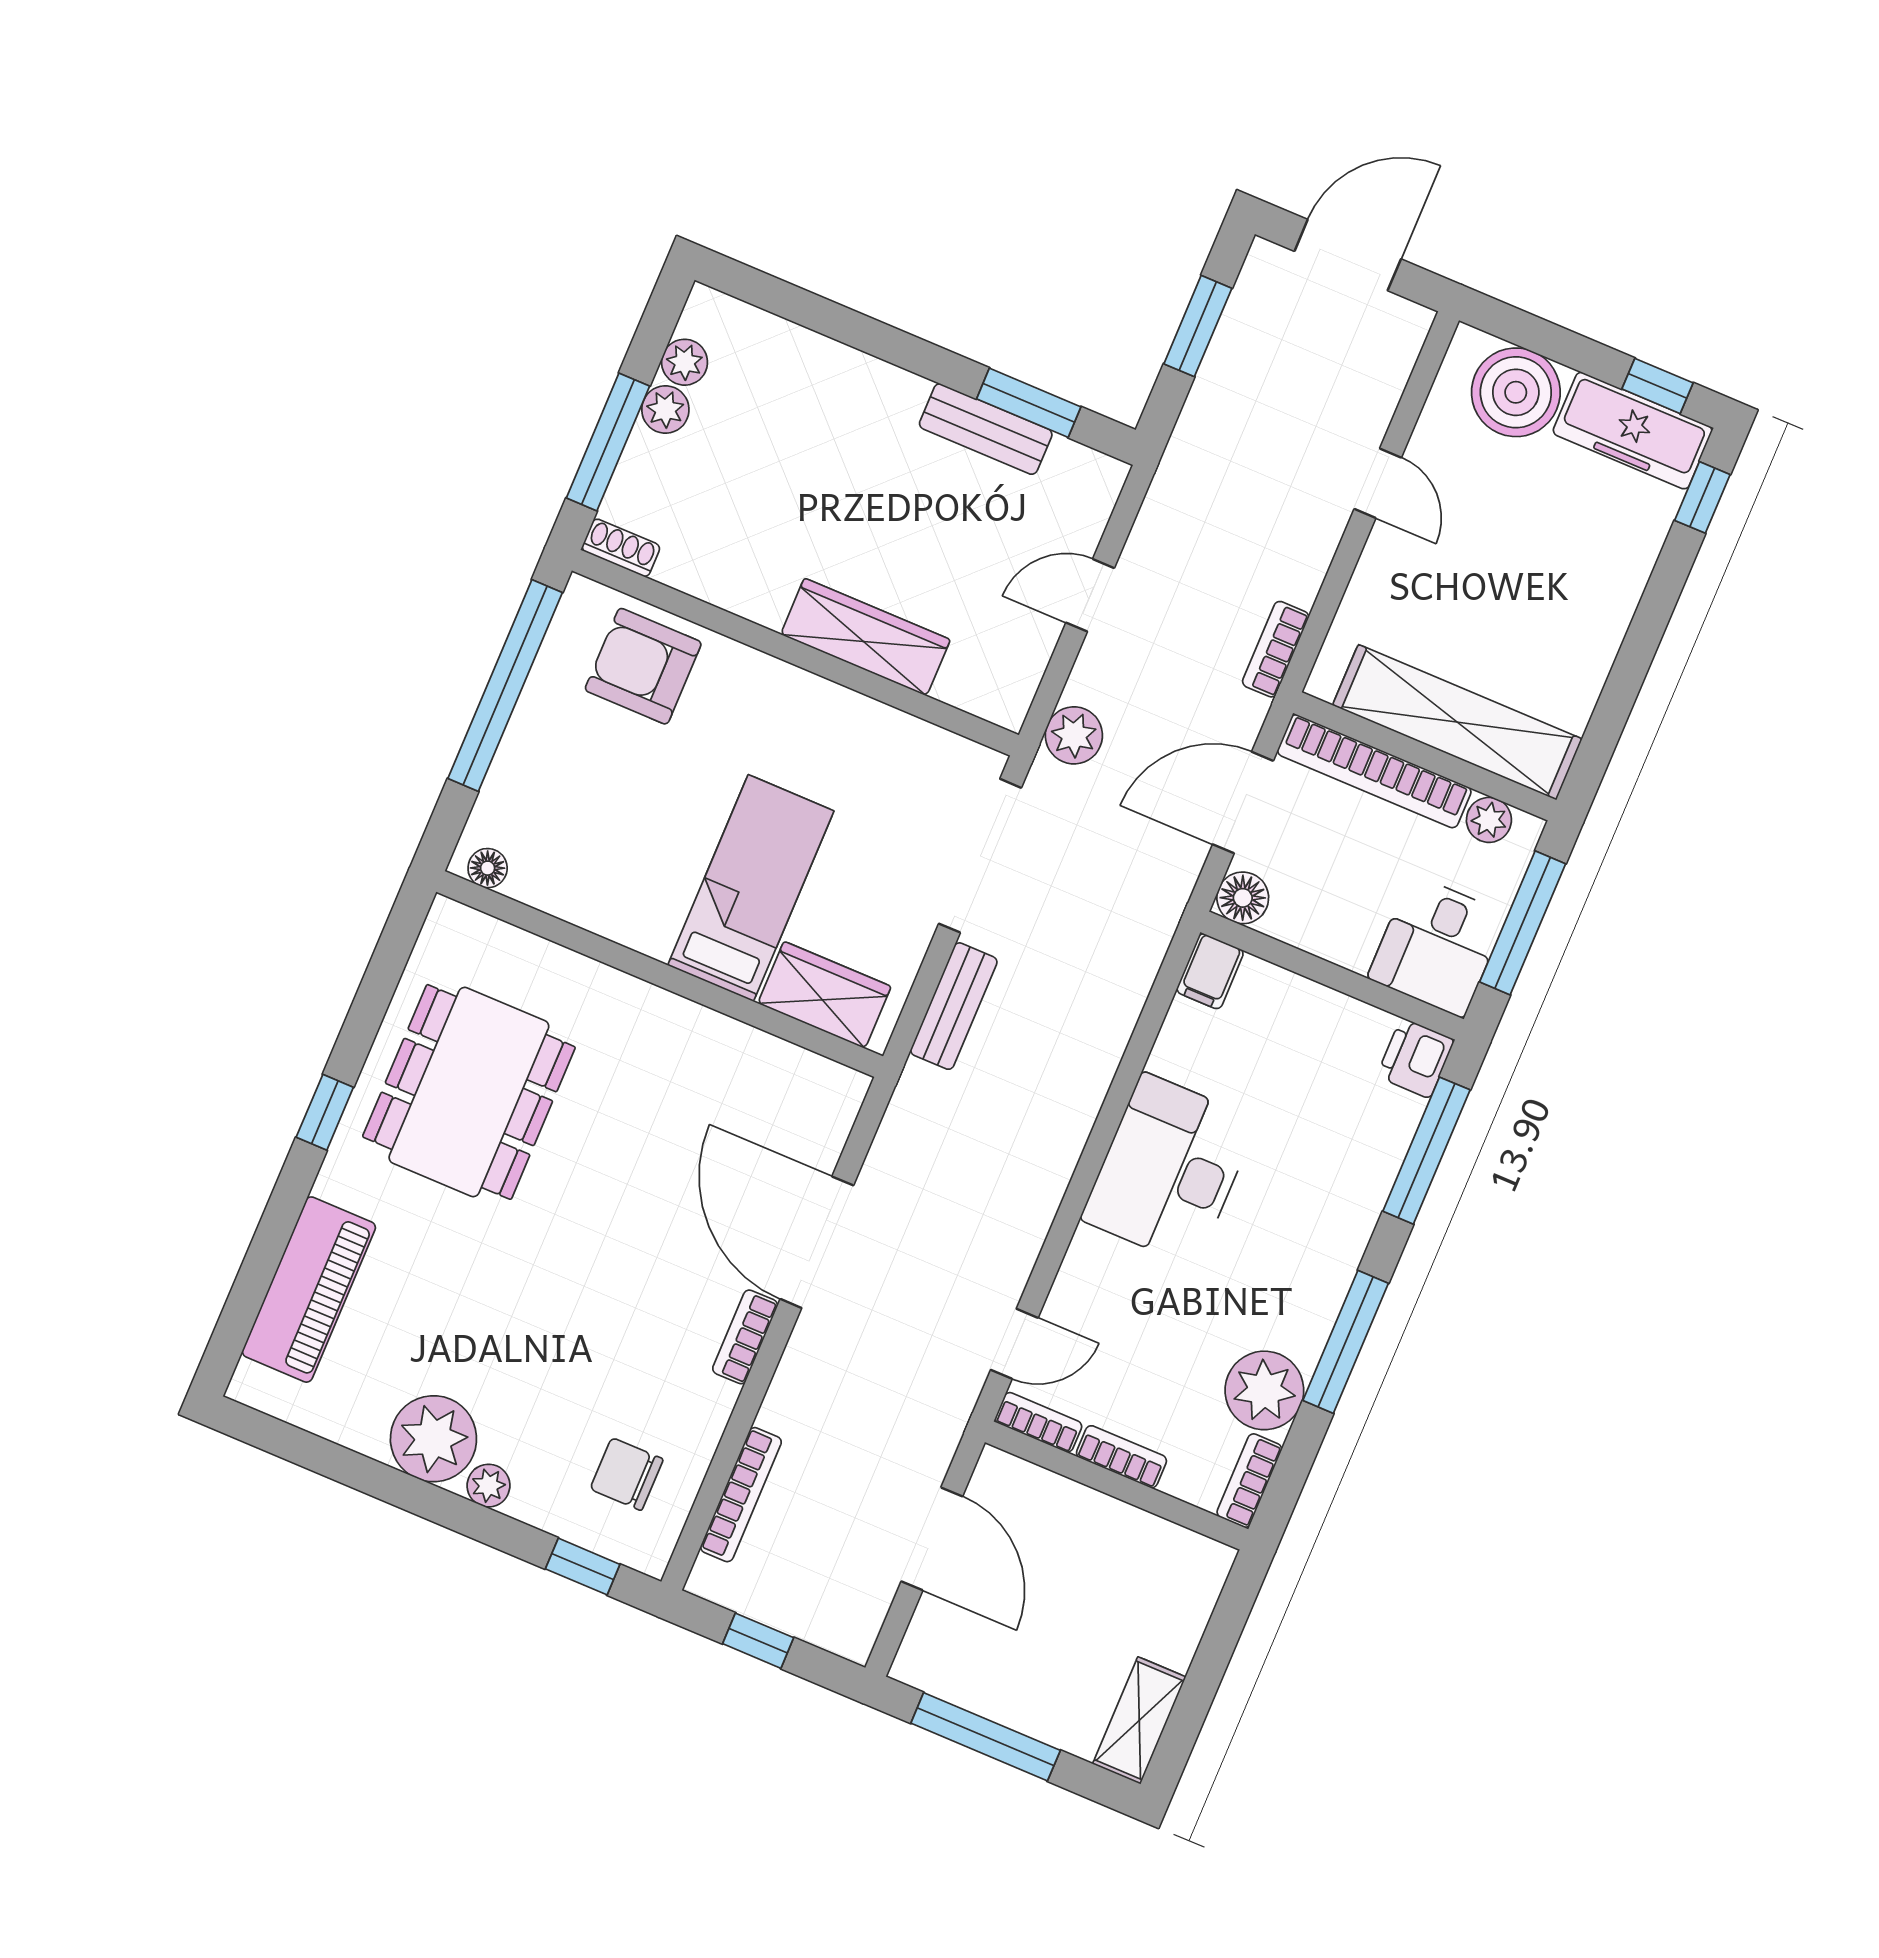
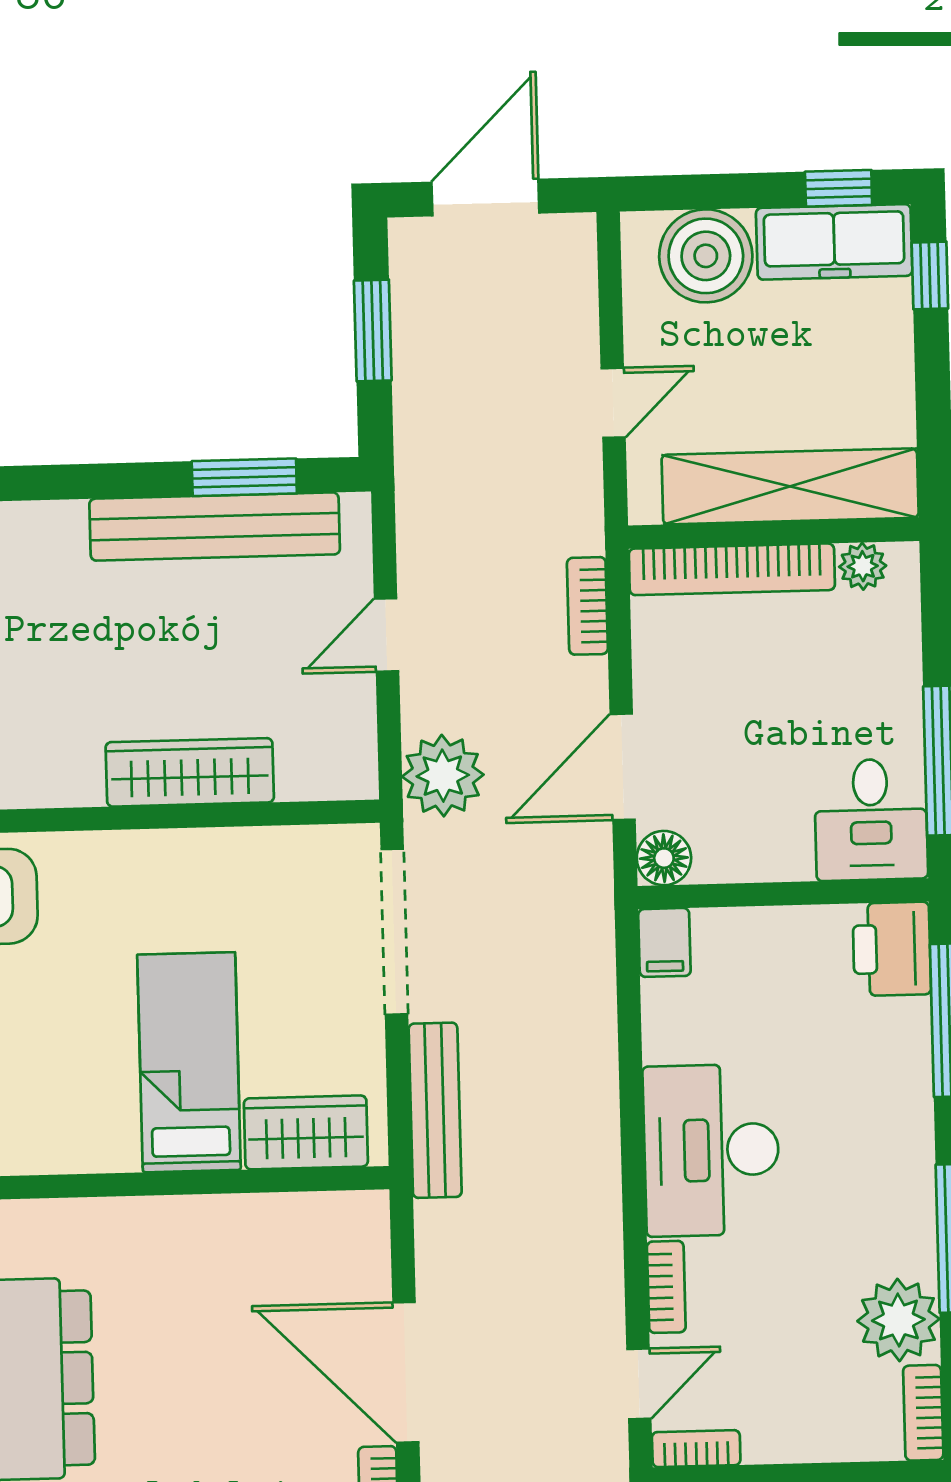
bench: (986, 429) -> (215, 527), width x1.86, depth x1.21
door: (1378, 483) -> (613, 403), hinge flipped
shelving: (1457, 722) -> (790, 486), moved
plant: (1074, 735) -> (443, 776), width x1.36, depth x1.36
wall: (1425, 756) -> (774, 533), moved
bookcase: (1374, 771) -> (732, 569), moved
plant: (1489, 820) -> (863, 566), moved
bench: (954, 1006) -> (435, 1110), width x1.36
printer: (1416, 1058) -> (892, 949), width x1.36, depth x1.24
bookcase: (1121, 1457) -> (666, 1287), moved, turned 90

